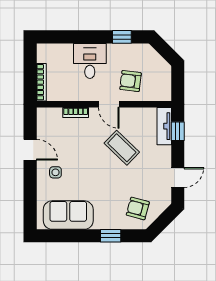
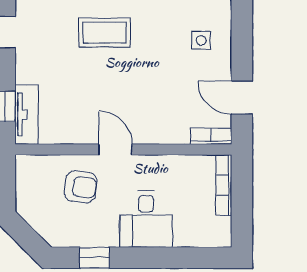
bookcase: (76, 113) -> (211, 136), moved
coffee table: (122, 148) -> (104, 33), moved, turned -44
door: (30, 150) -> (242, 98), moved

